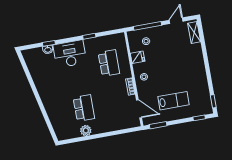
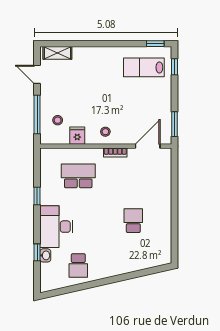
school desk: (45, 74) -> (78, 266), added
lab bench: (174, 101) -> (144, 67), moved, turned -90
school desk: (84, 108) -> (133, 221), width x0.54
plant: (86, 131) -> (164, 224), removed

